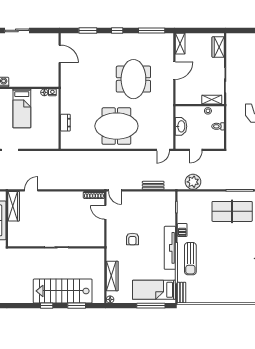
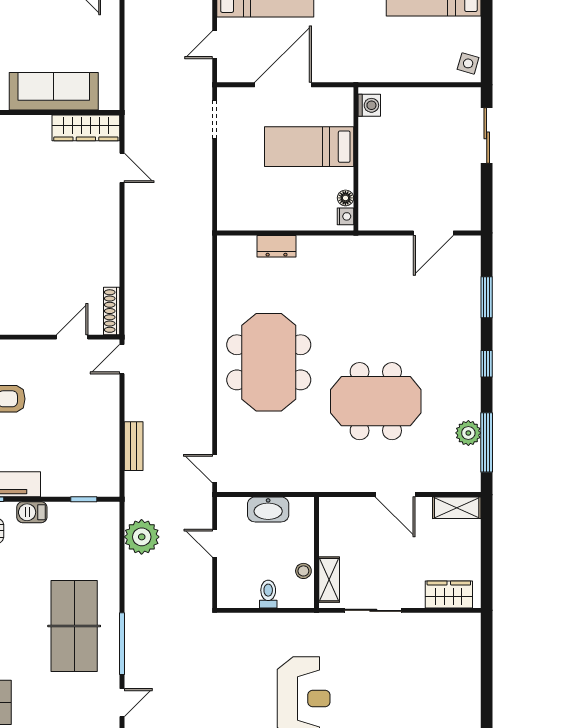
plant: (147, 39) -> (468, 433), added

